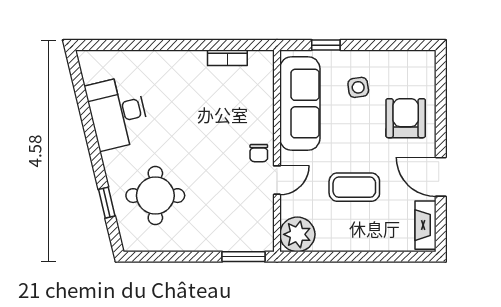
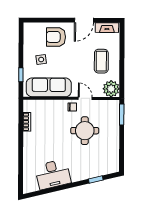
coffee table: (354, 187) -> (101, 61), moved
round table: (155, 196) -> (85, 131), moved

